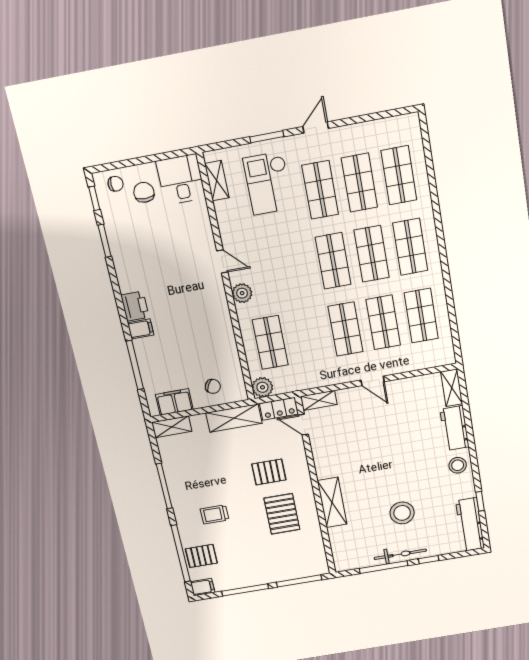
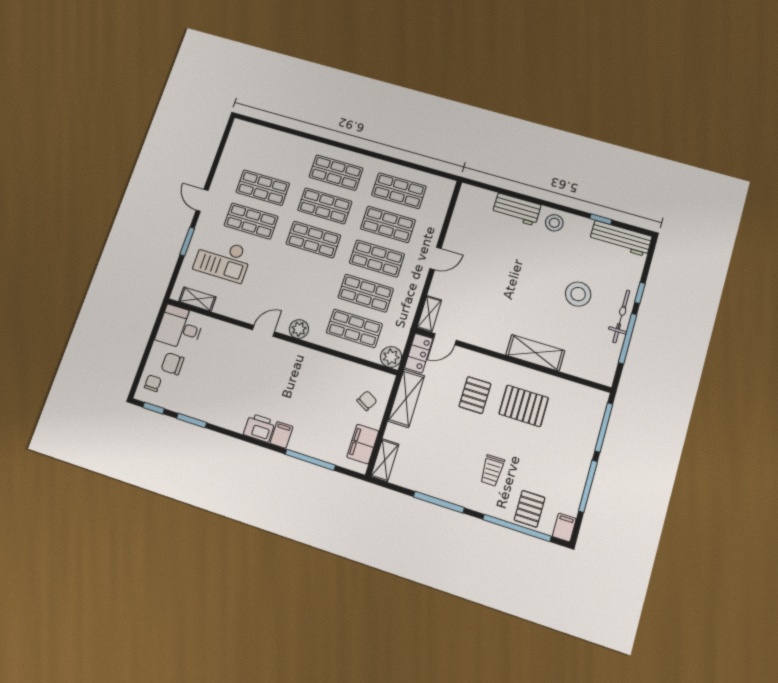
shop shelf: (399, 175) -> (366, 293), moved
shelving: (452, 388) -> (477, 195), removed

